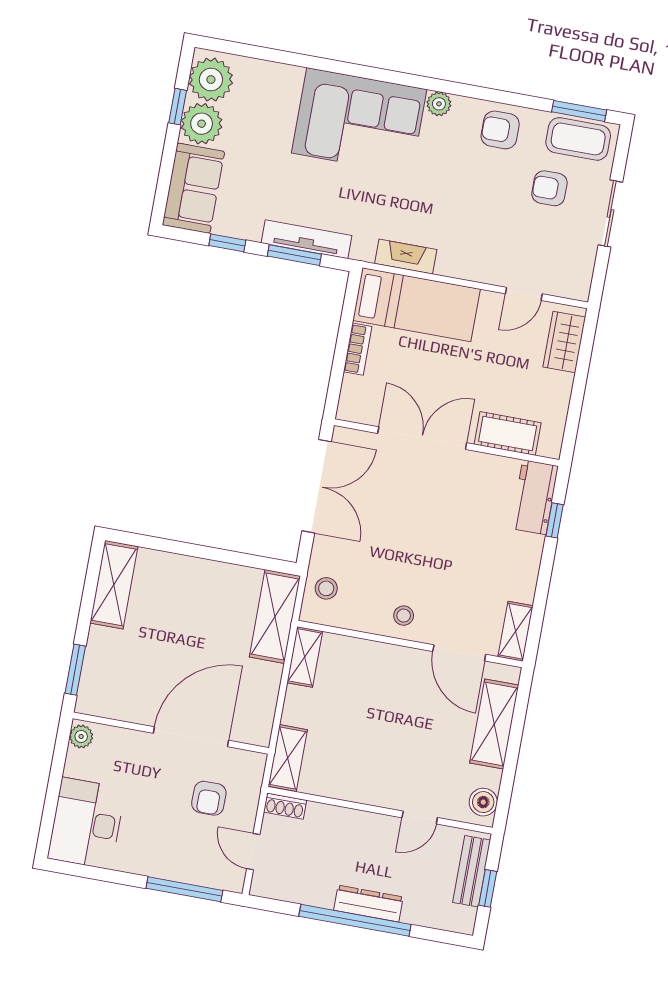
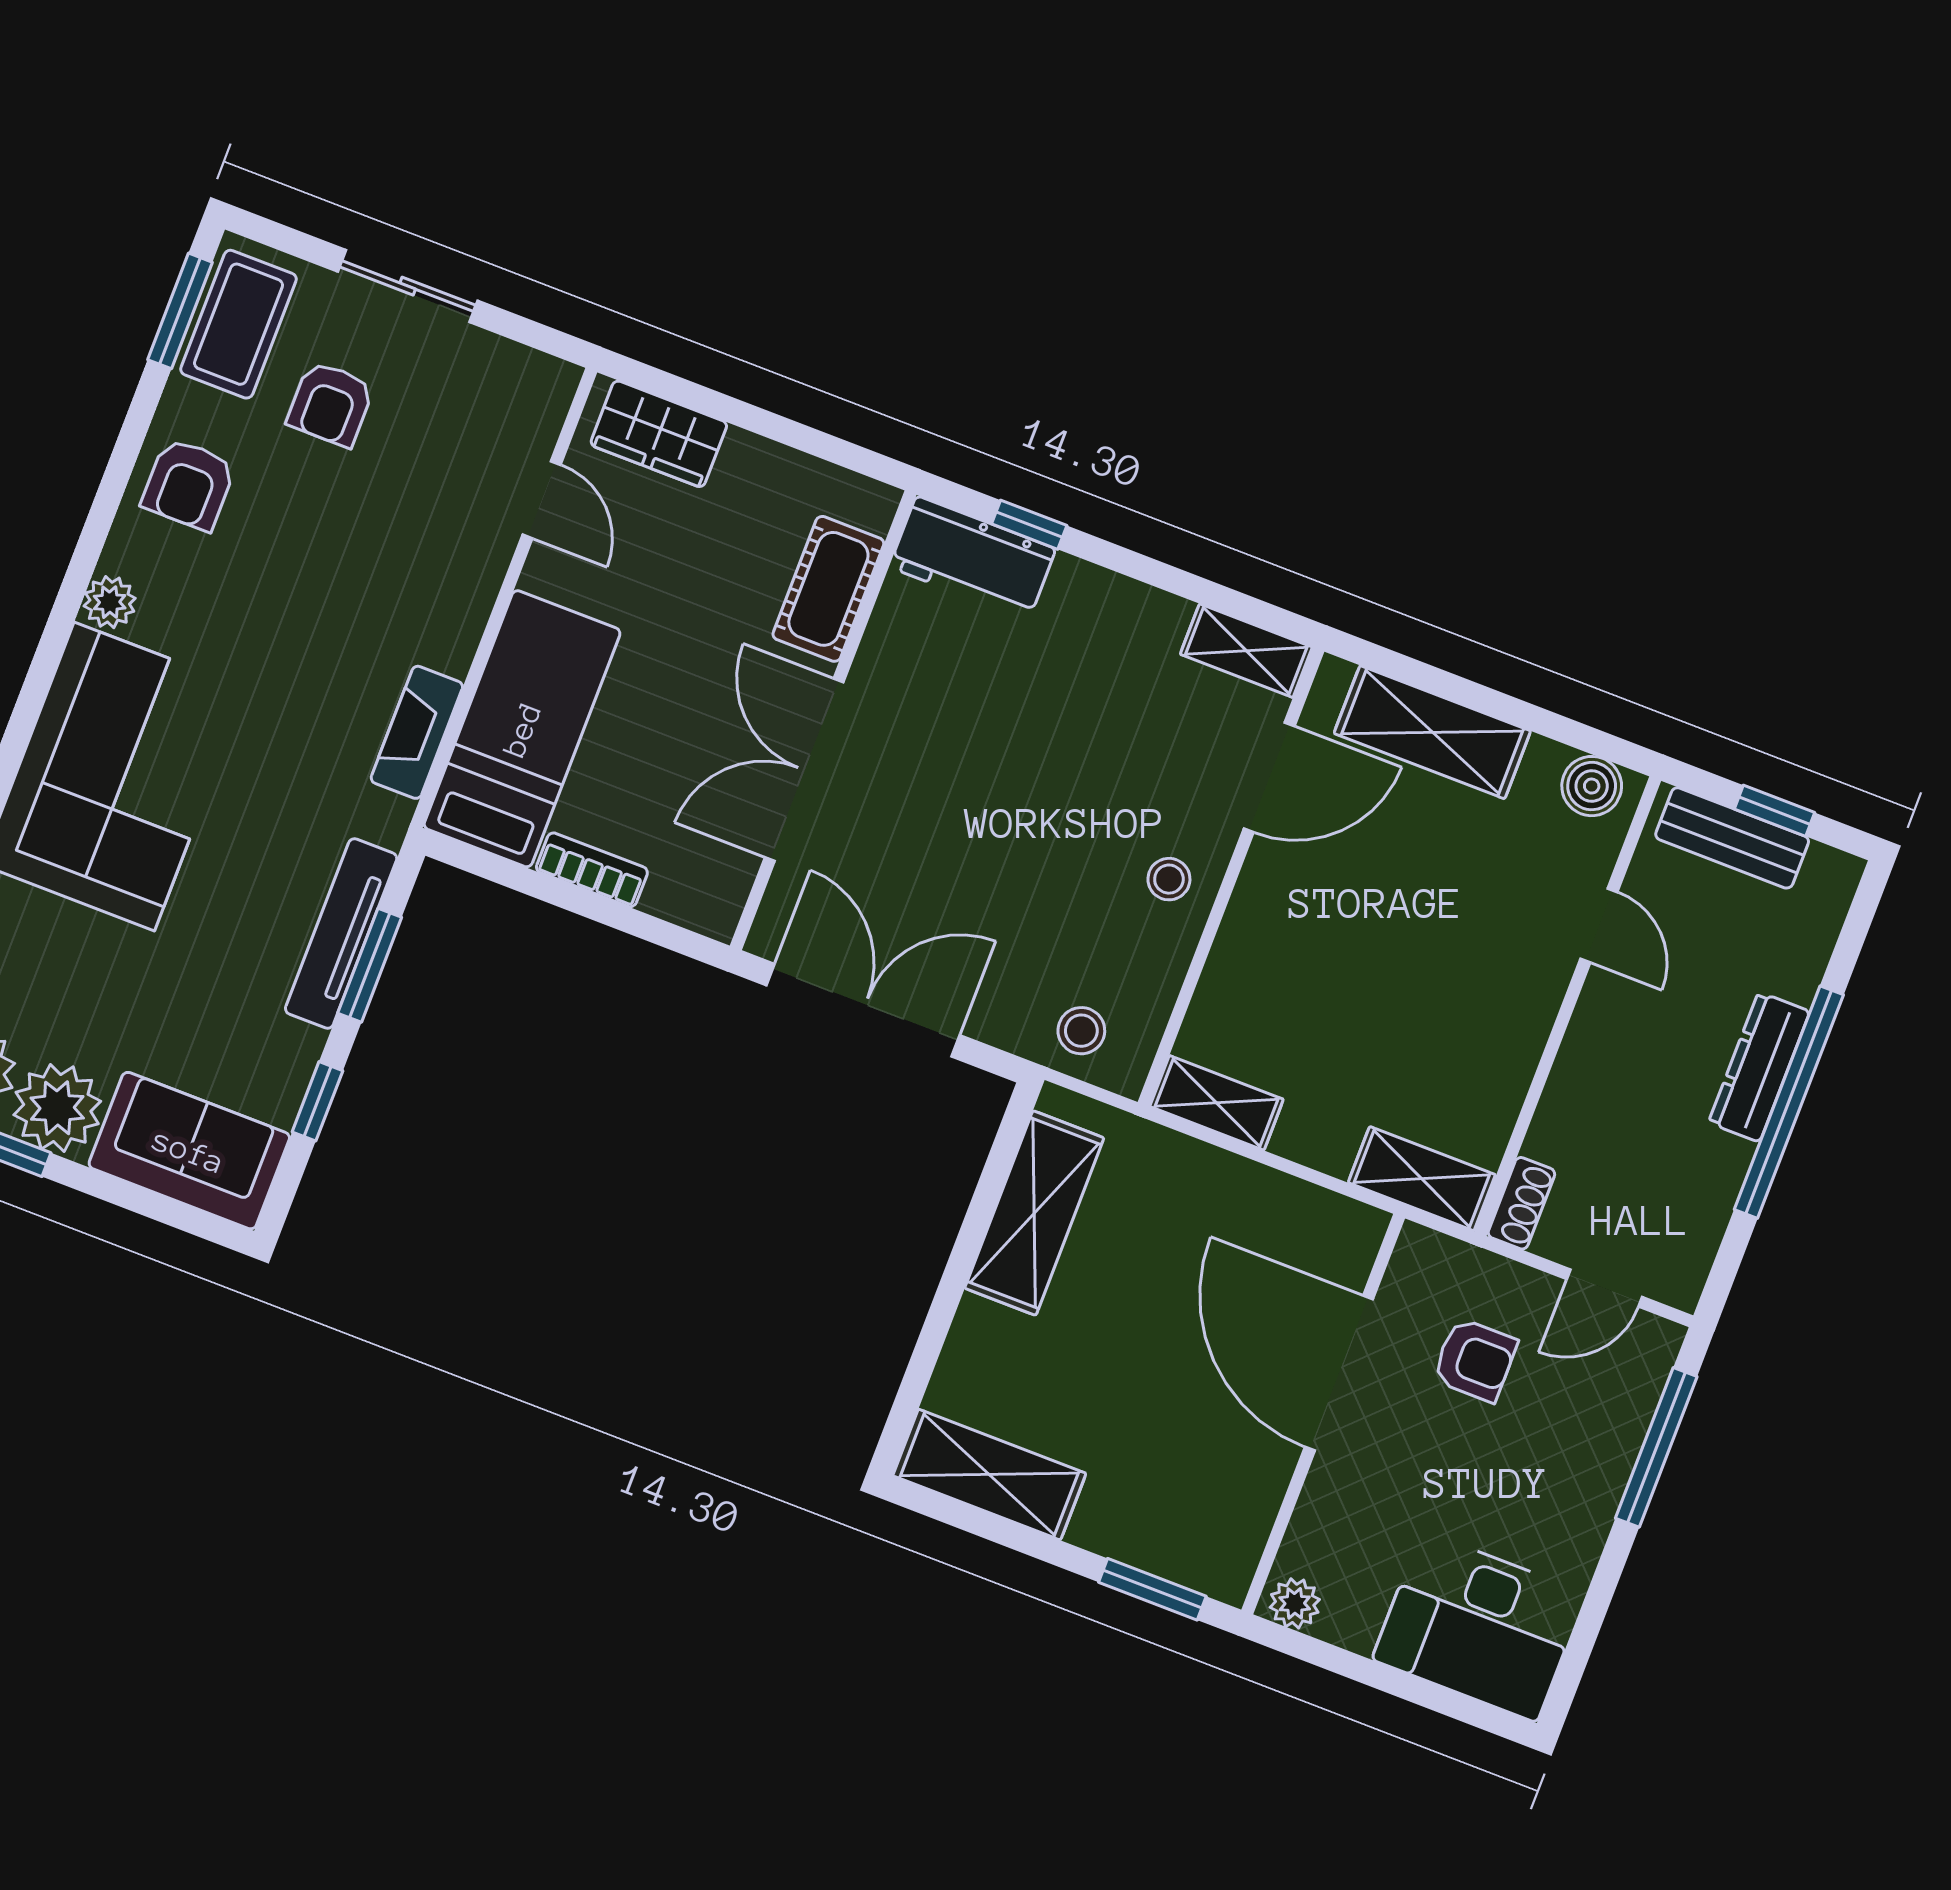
shelving: (275, 617) -> (1034, 1213), moved, turned 90

